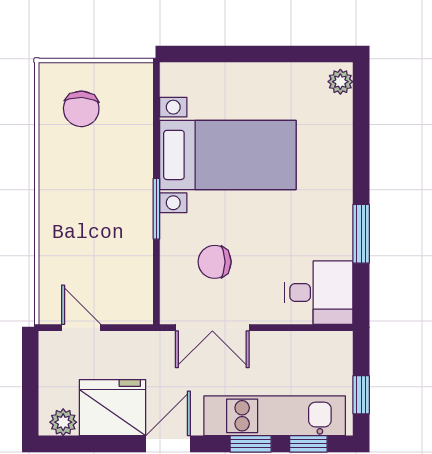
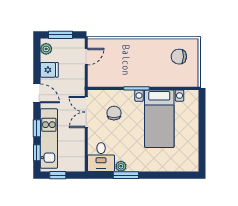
plant: (340, 82) -> (121, 166), moved
window: (30, 388) -> (61, 35), added
fridge: (113, 408) -> (49, 70), width x0.53, depth x0.75

